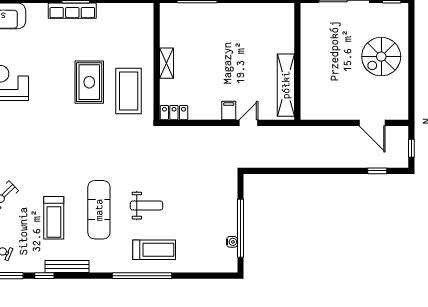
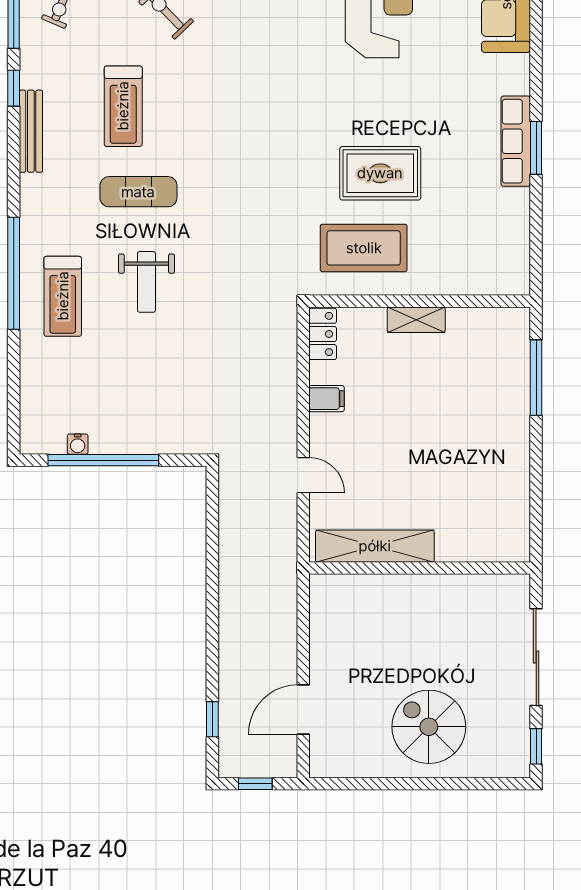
filing cabinet: (229, 111) -> (327, 399), moved
exercise mat: (99, 210) -> (138, 192), width x0.73, depth x0.69
treadmill: (54, 218) -> (123, 106), turned -90

